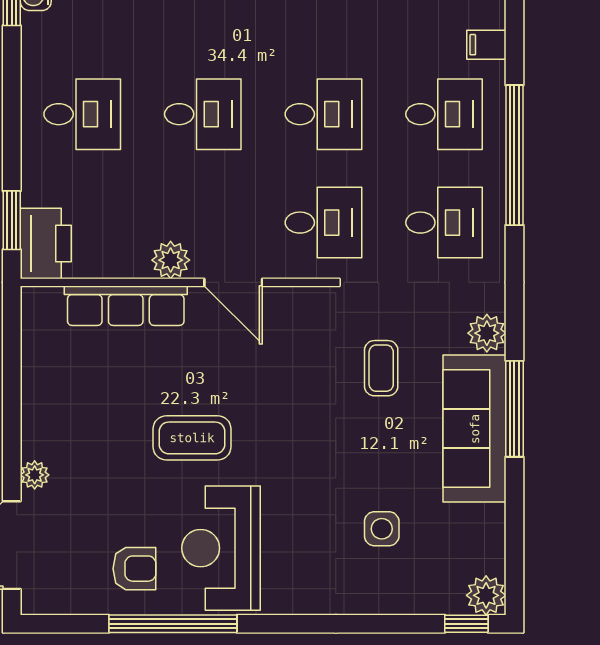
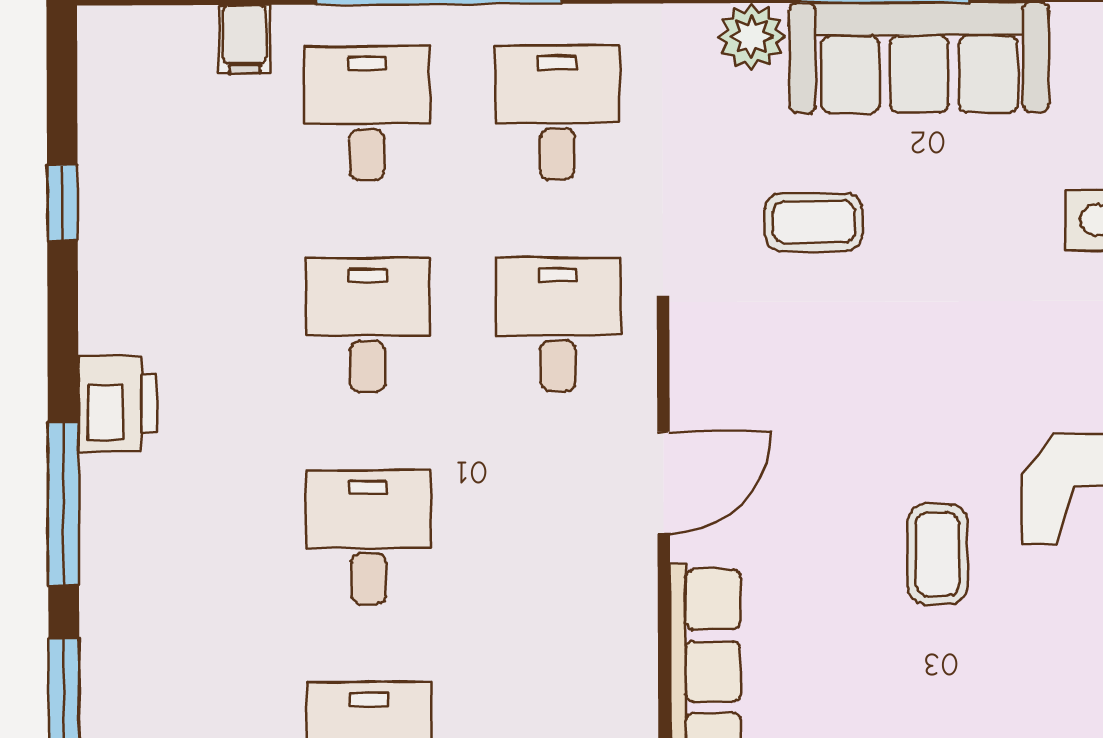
plant: (171, 260) -> (625, 593), removed
coffee table: (192, 438) -> (937, 554), width x0.73, depth x0.77

